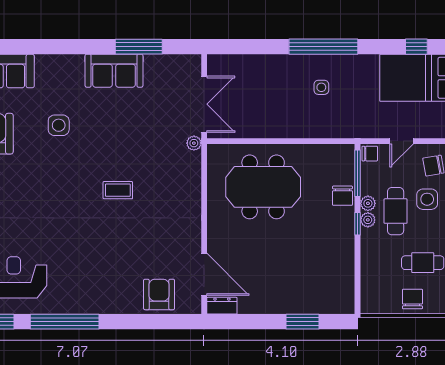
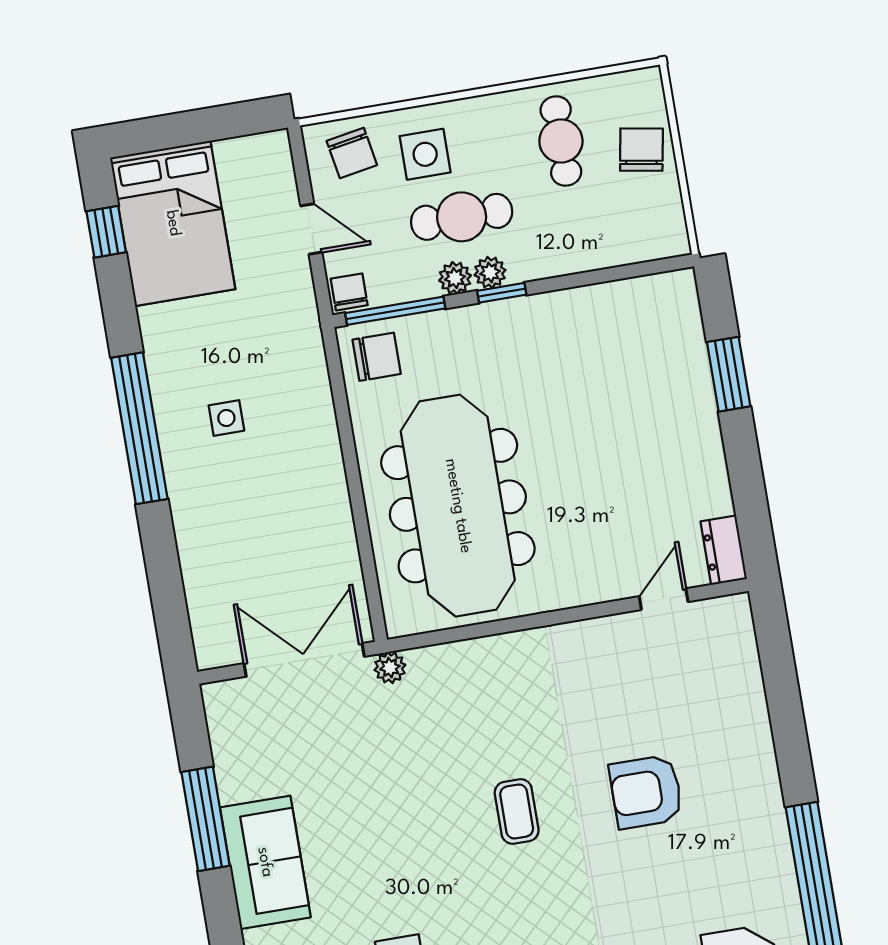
meeting table: (263, 187) -> (458, 506), width x1.36
chair: (342, 196) -> (377, 357), moved
door: (204, 274) -> (664, 599), width x0.53
armchair: (159, 294) -> (646, 792), moved
chair: (412, 299) -> (641, 150), turned 100

